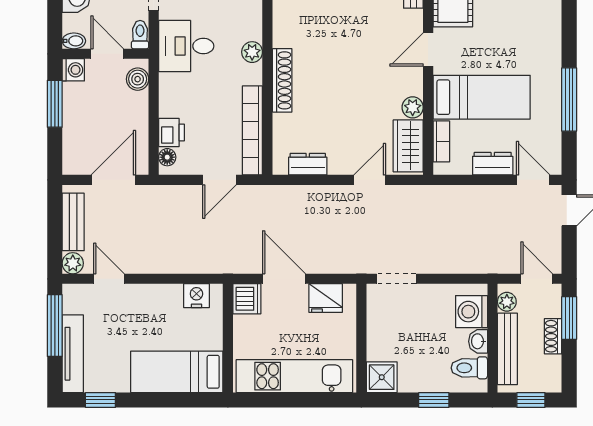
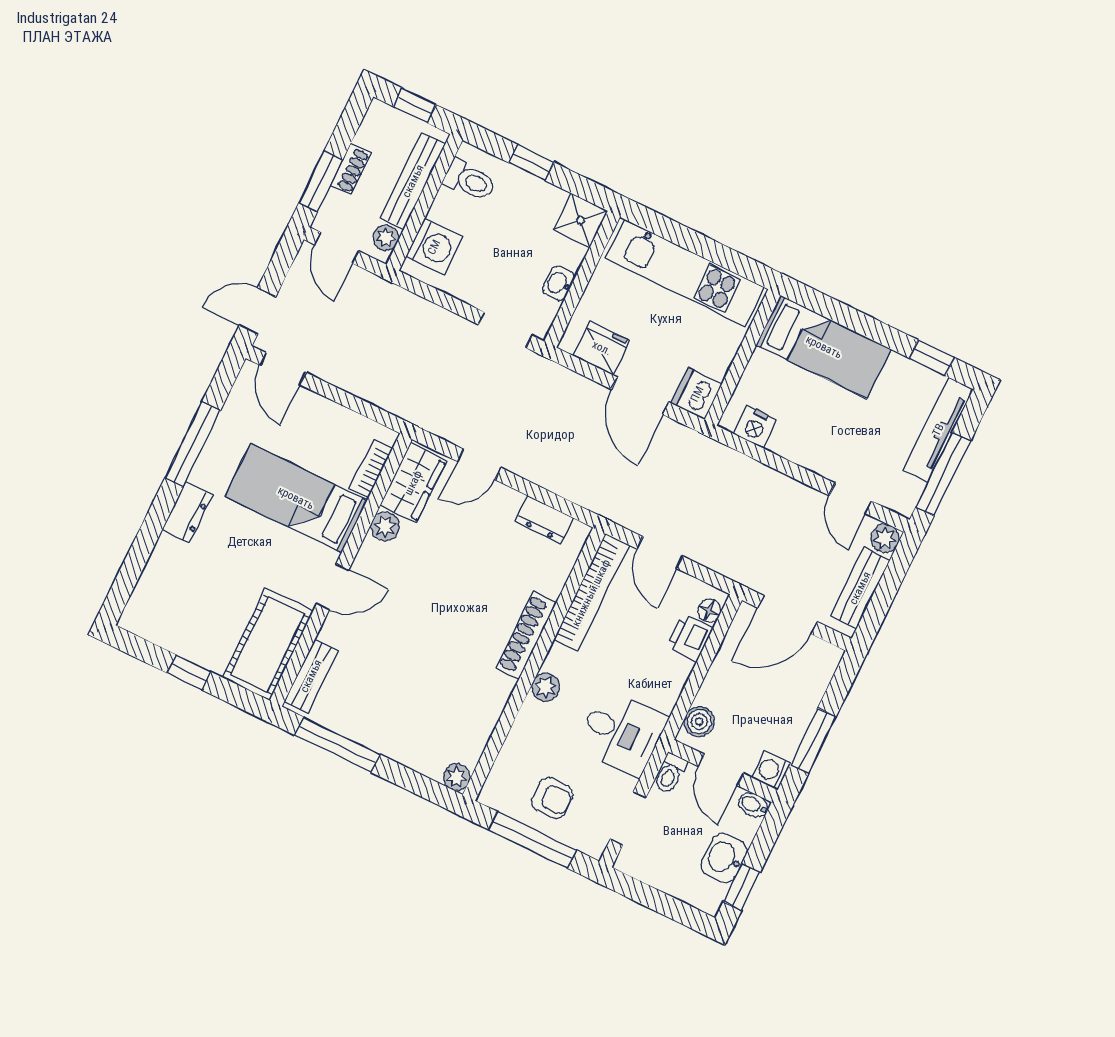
dresser: (493, 164) -> (187, 513), moved, turned -90
door: (219, 180) -> (660, 553), swing flipped
washbasin: (478, 341) -> (559, 283), moved, turned 180

